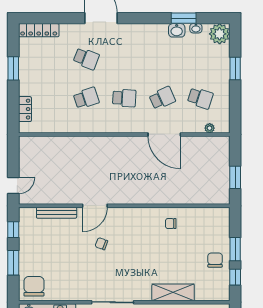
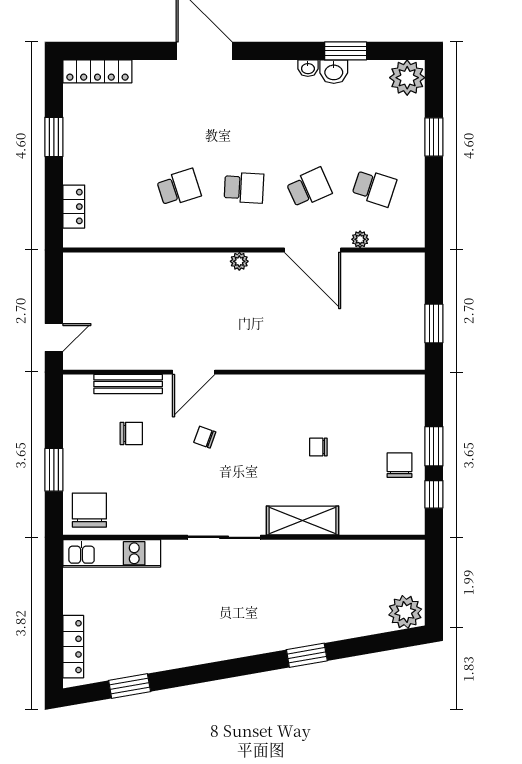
washbasin: (196, 28) -> (308, 68), moved
school desk: (86, 59) -> (179, 120), removed
plant: (210, 128) -> (360, 239), moved
plant: (121, 141) -> (239, 261), added
chair: (171, 224) -> (318, 447), moved
window: (13, 230) -> (54, 413), removed
chair: (58, 242) -> (131, 433), added
shelving: (173, 292) -> (302, 521), moved

